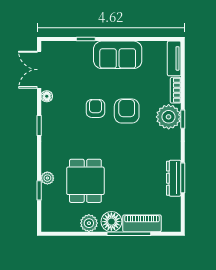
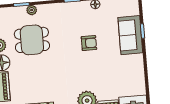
sofa: (118, 55) -> (130, 35), moved
armchair: (127, 111) -> (89, 68), removed

